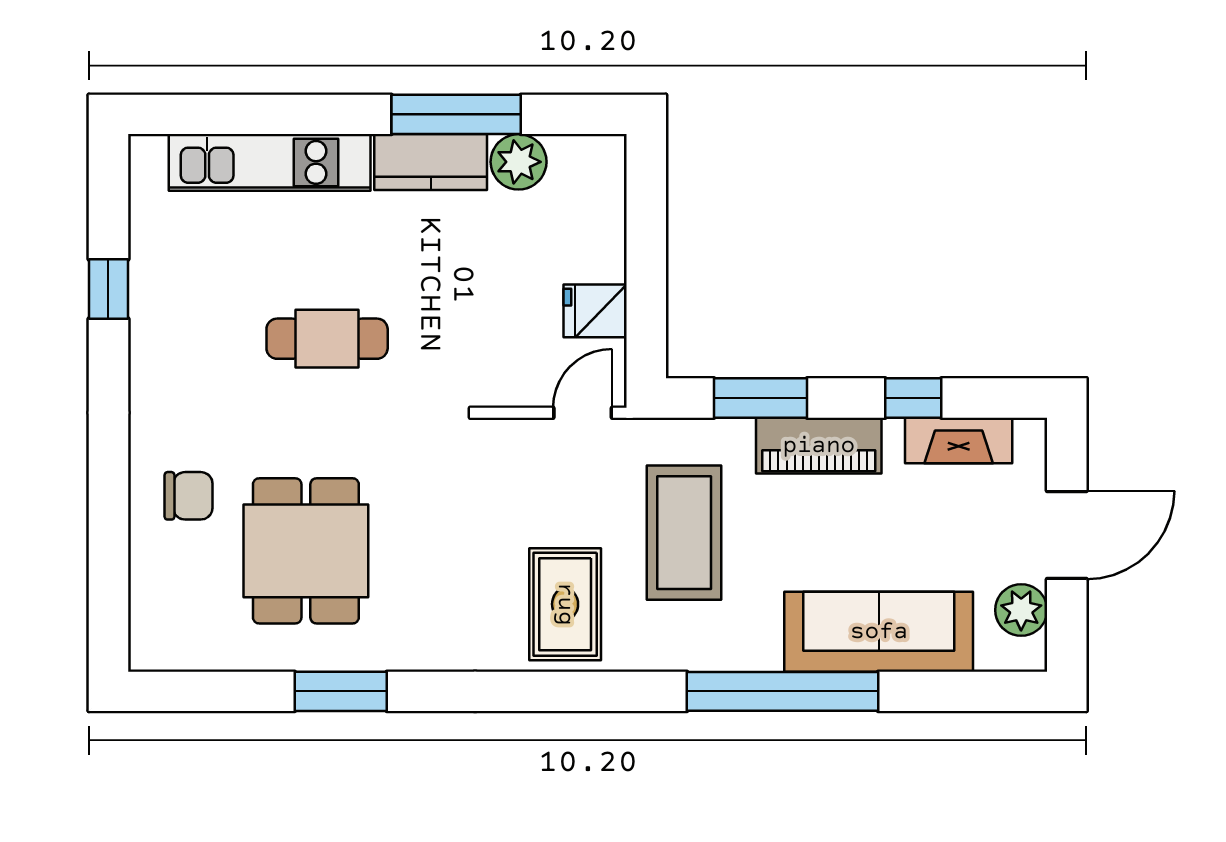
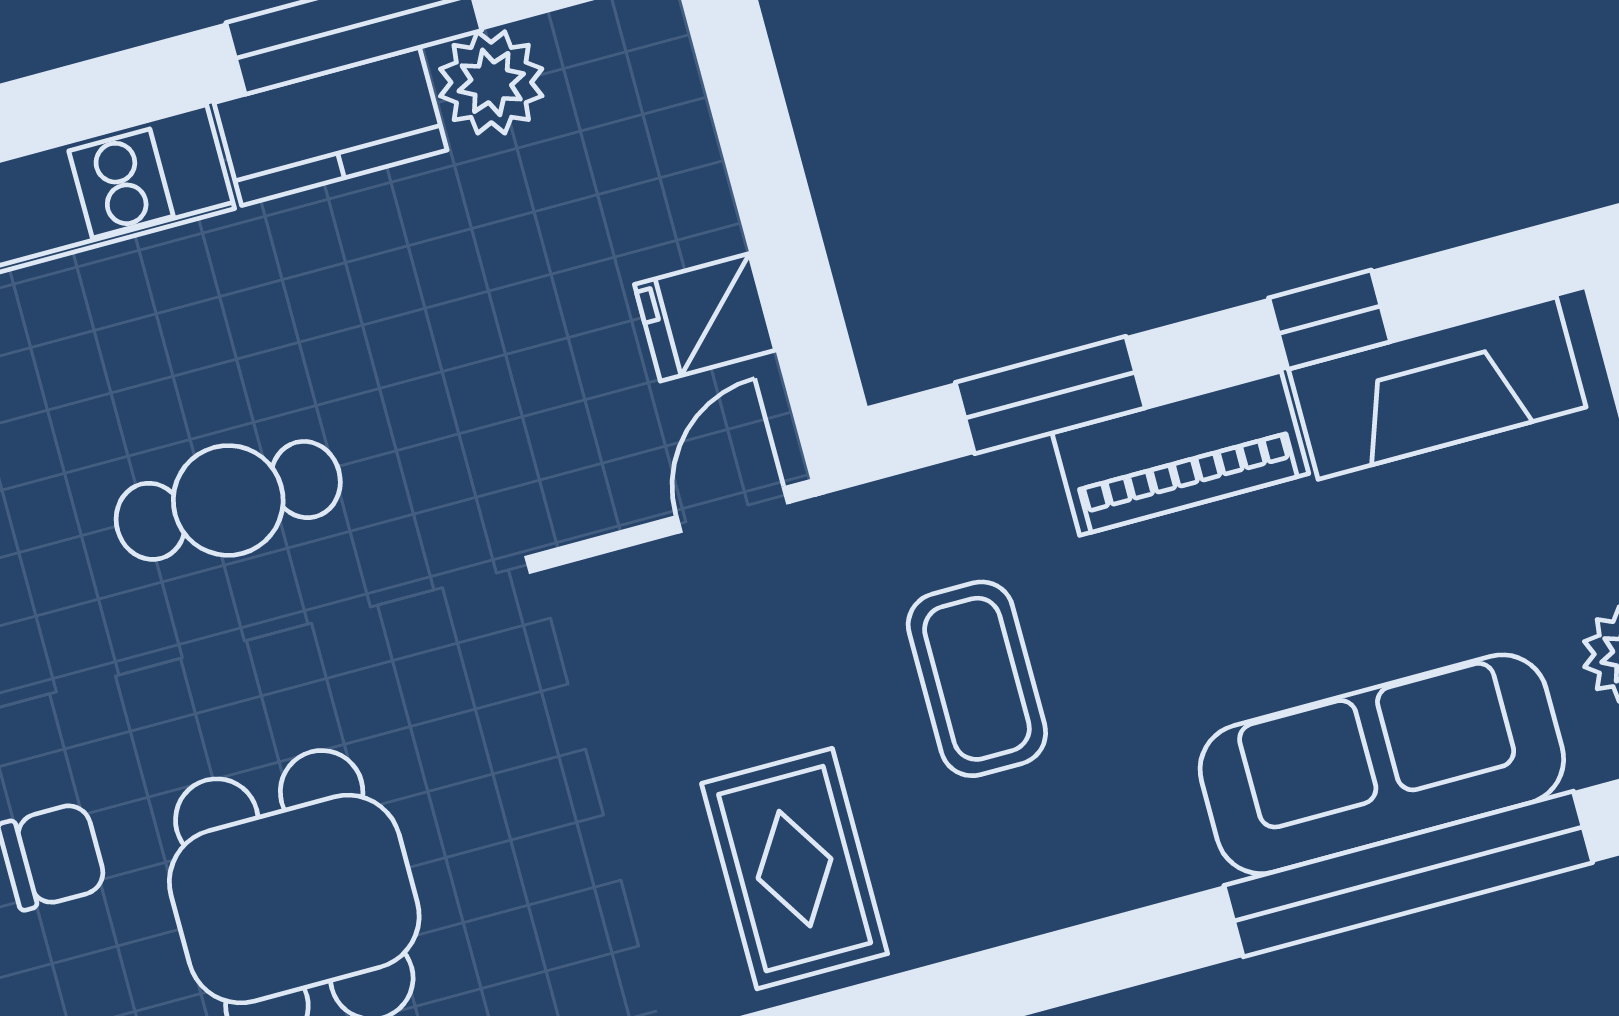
fireplace: (959, 440) -> (1437, 388), width x1.37, depth x1.32
coffee table: (684, 533) -> (977, 679), width x0.73, depth x0.76
window: (782, 691) -> (1408, 874), moved

